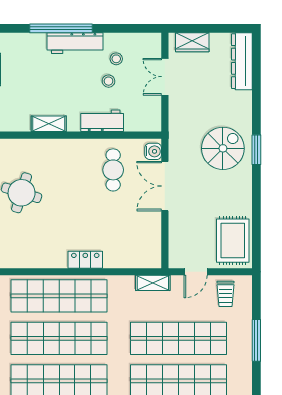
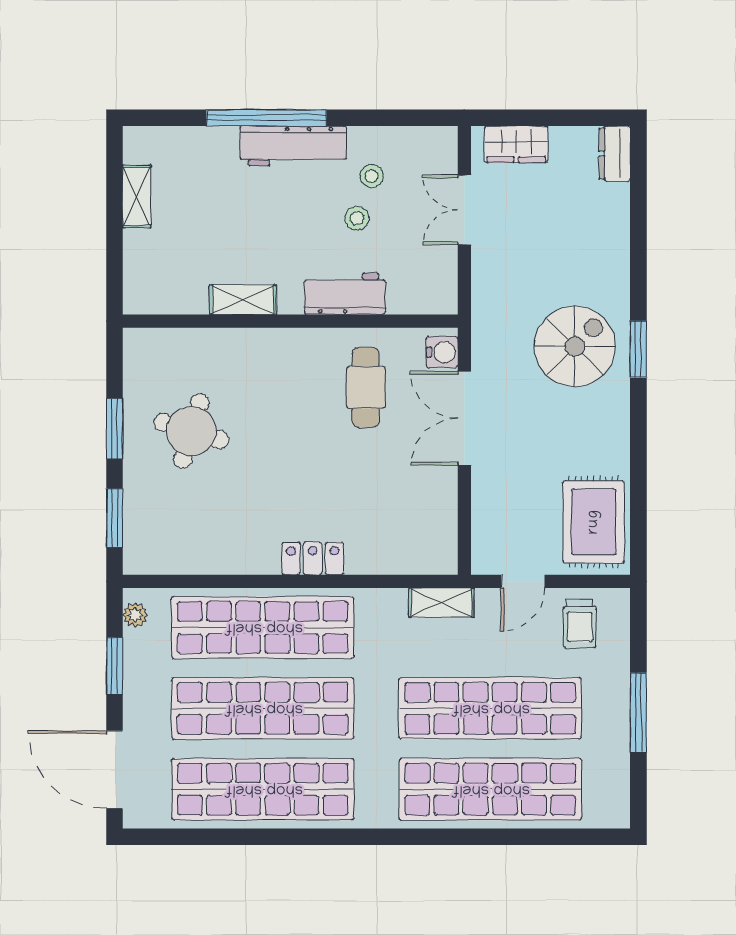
dresser: (242, 61) -> (615, 154), width x0.51, depth x0.80

